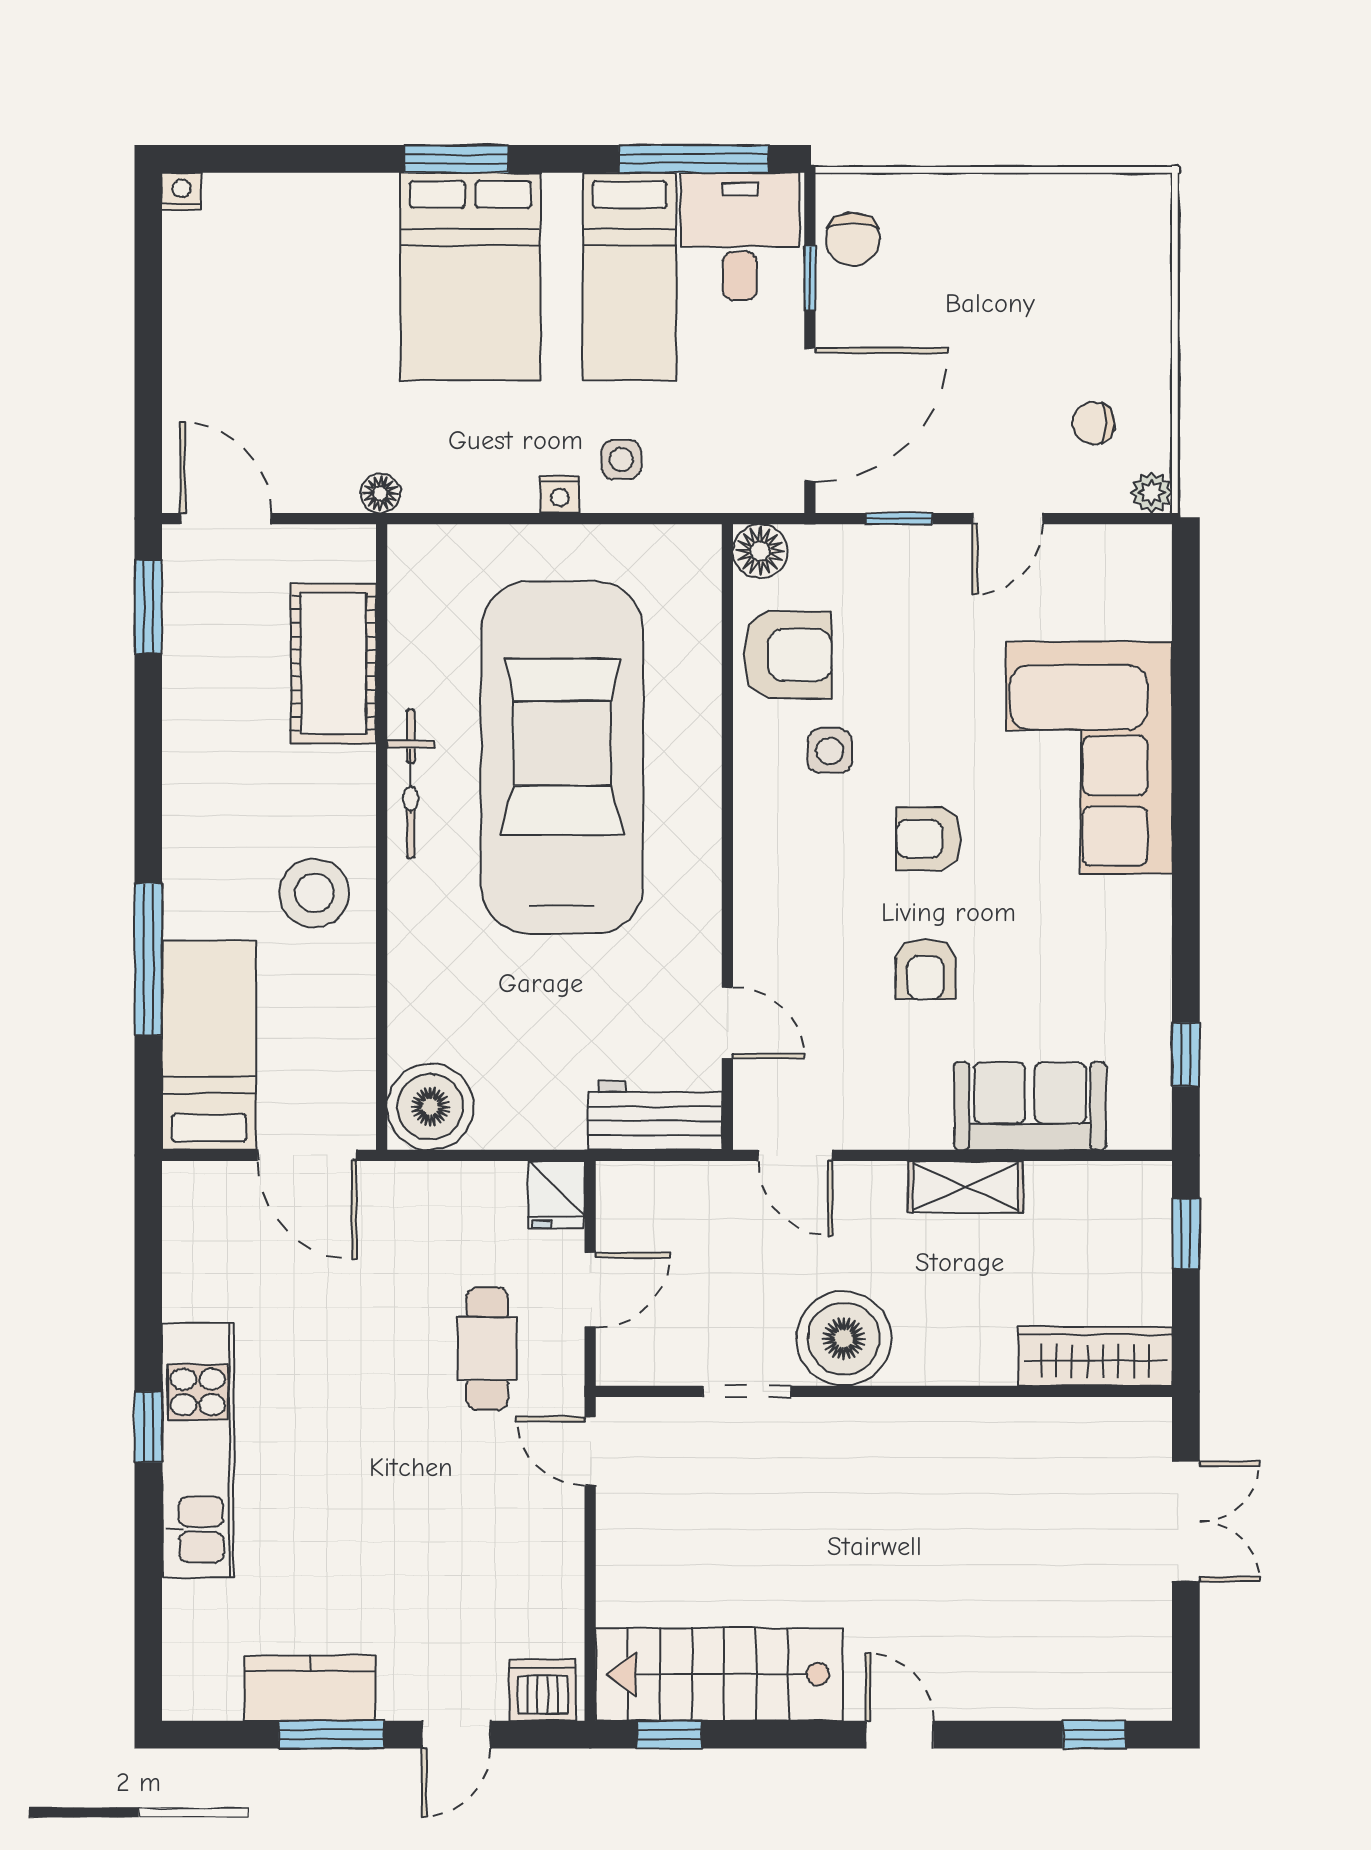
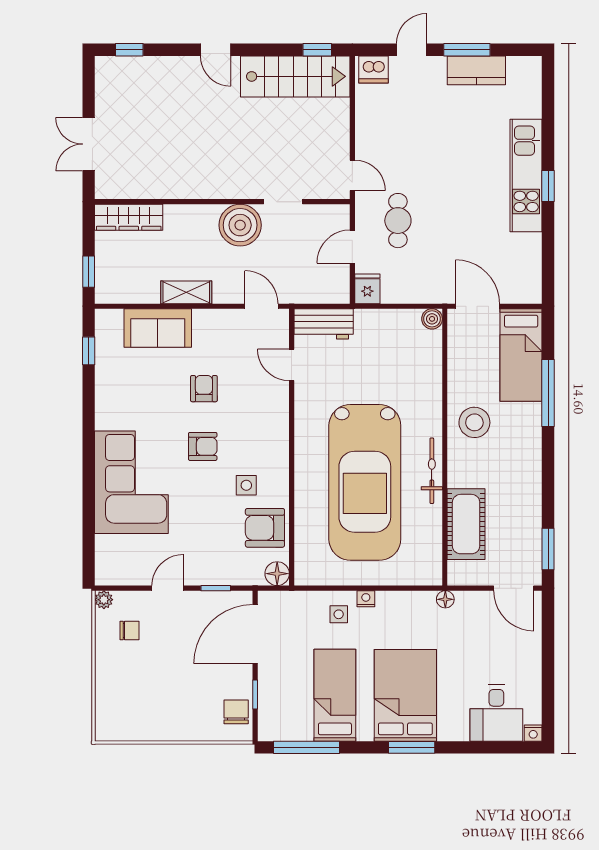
desk: (740, 236) -> (496, 713), moved
boiler: (430, 1107) -> (432, 319), width x0.54, depth x0.54

